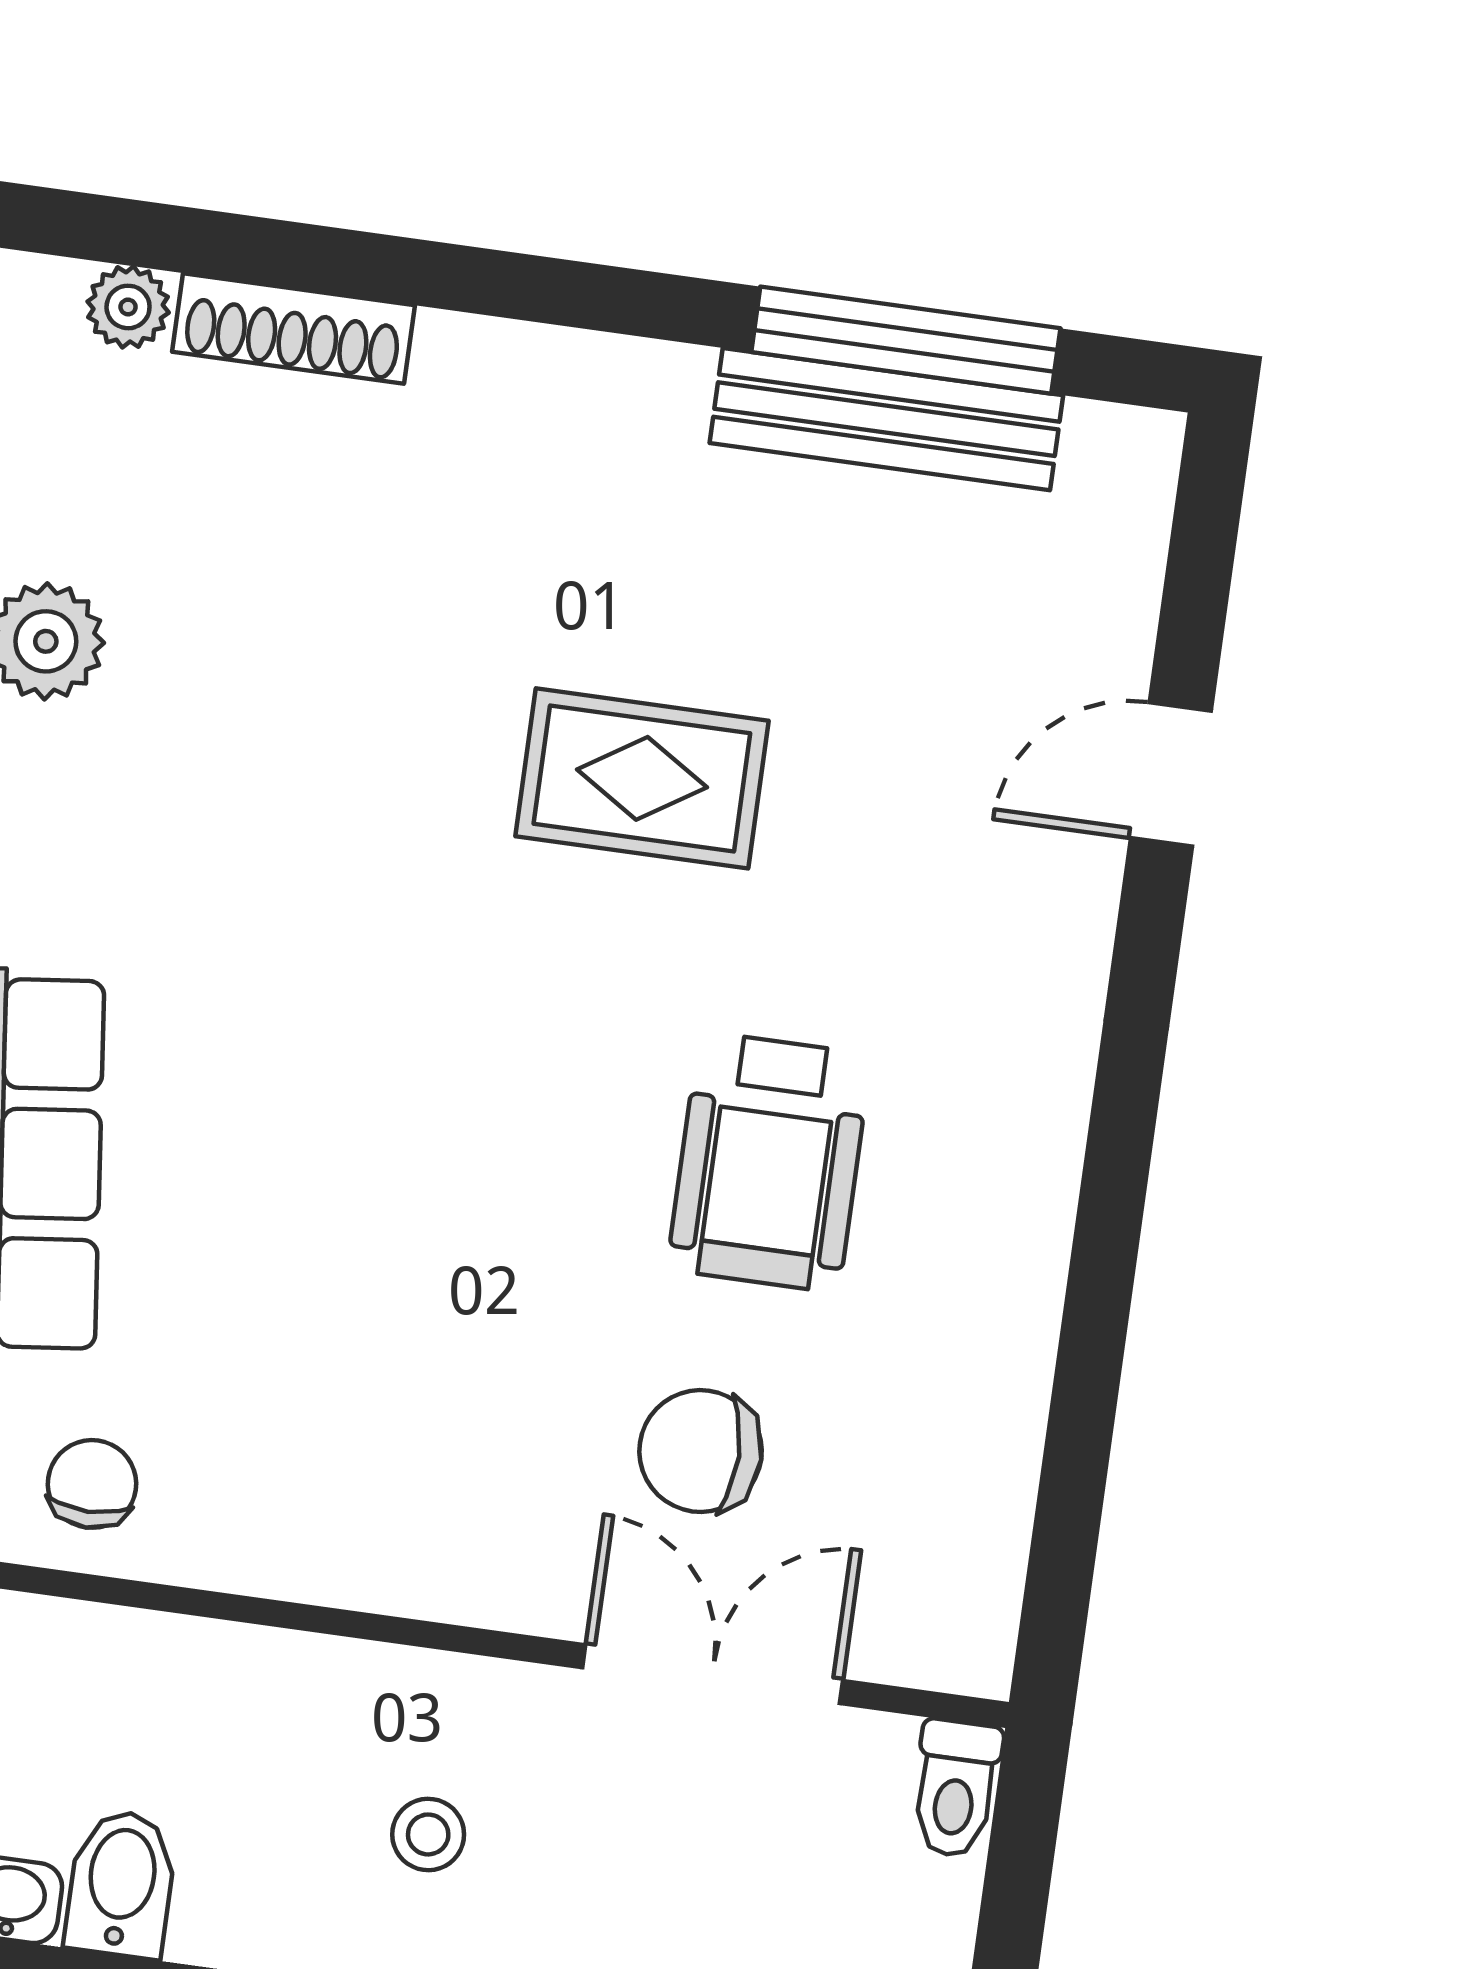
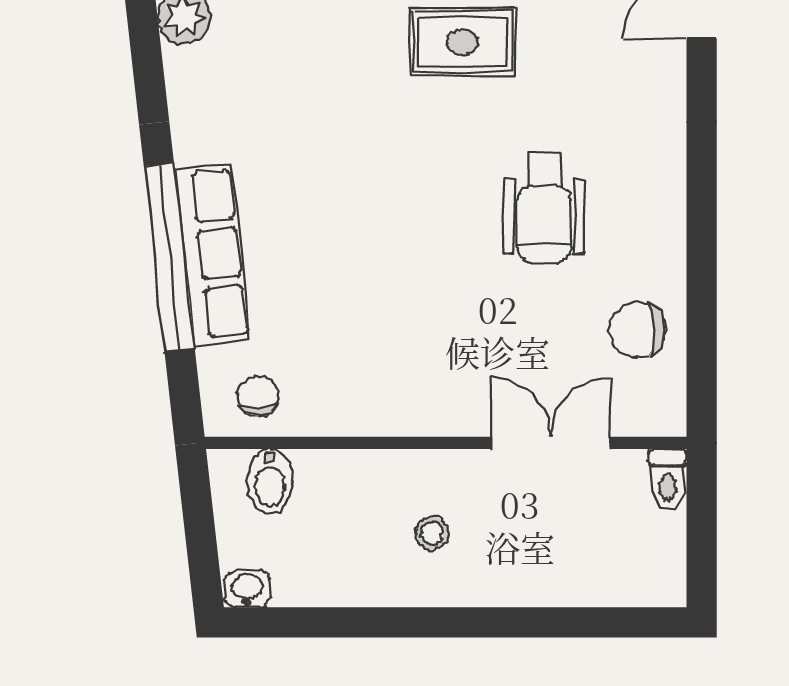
chair: (701, 1451) -> (638, 330), moved
bidet: (121, 1884) -> (270, 481), moved, turned 180

